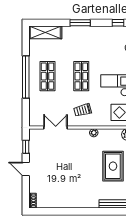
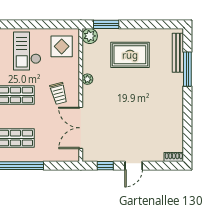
double door: (56, 127) -> (81, 128), width x1.37
window: (102, 211) -> (187, 69), added

